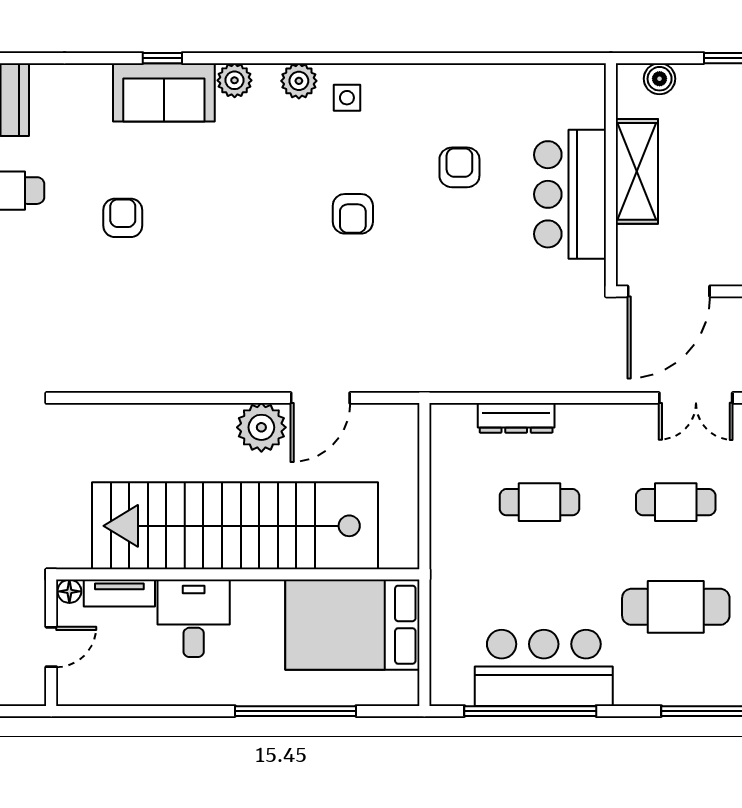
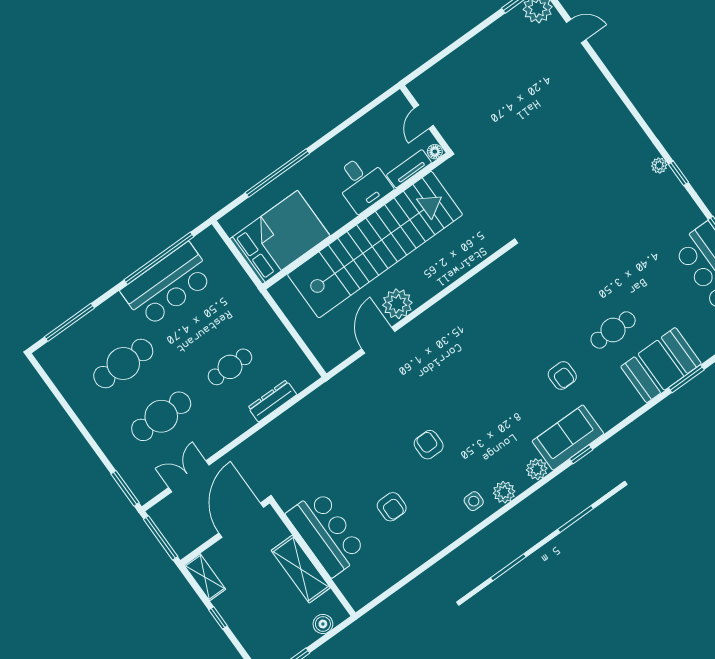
armchair: (123, 218) -> (562, 375), moved
cafe table: (676, 502) -> (161, 416), width x1.37, depth x1.35

